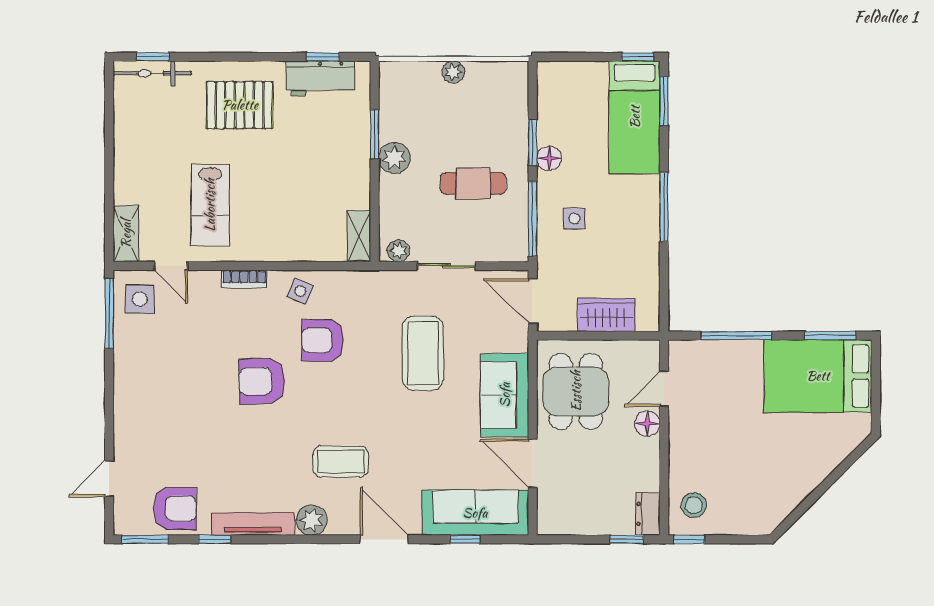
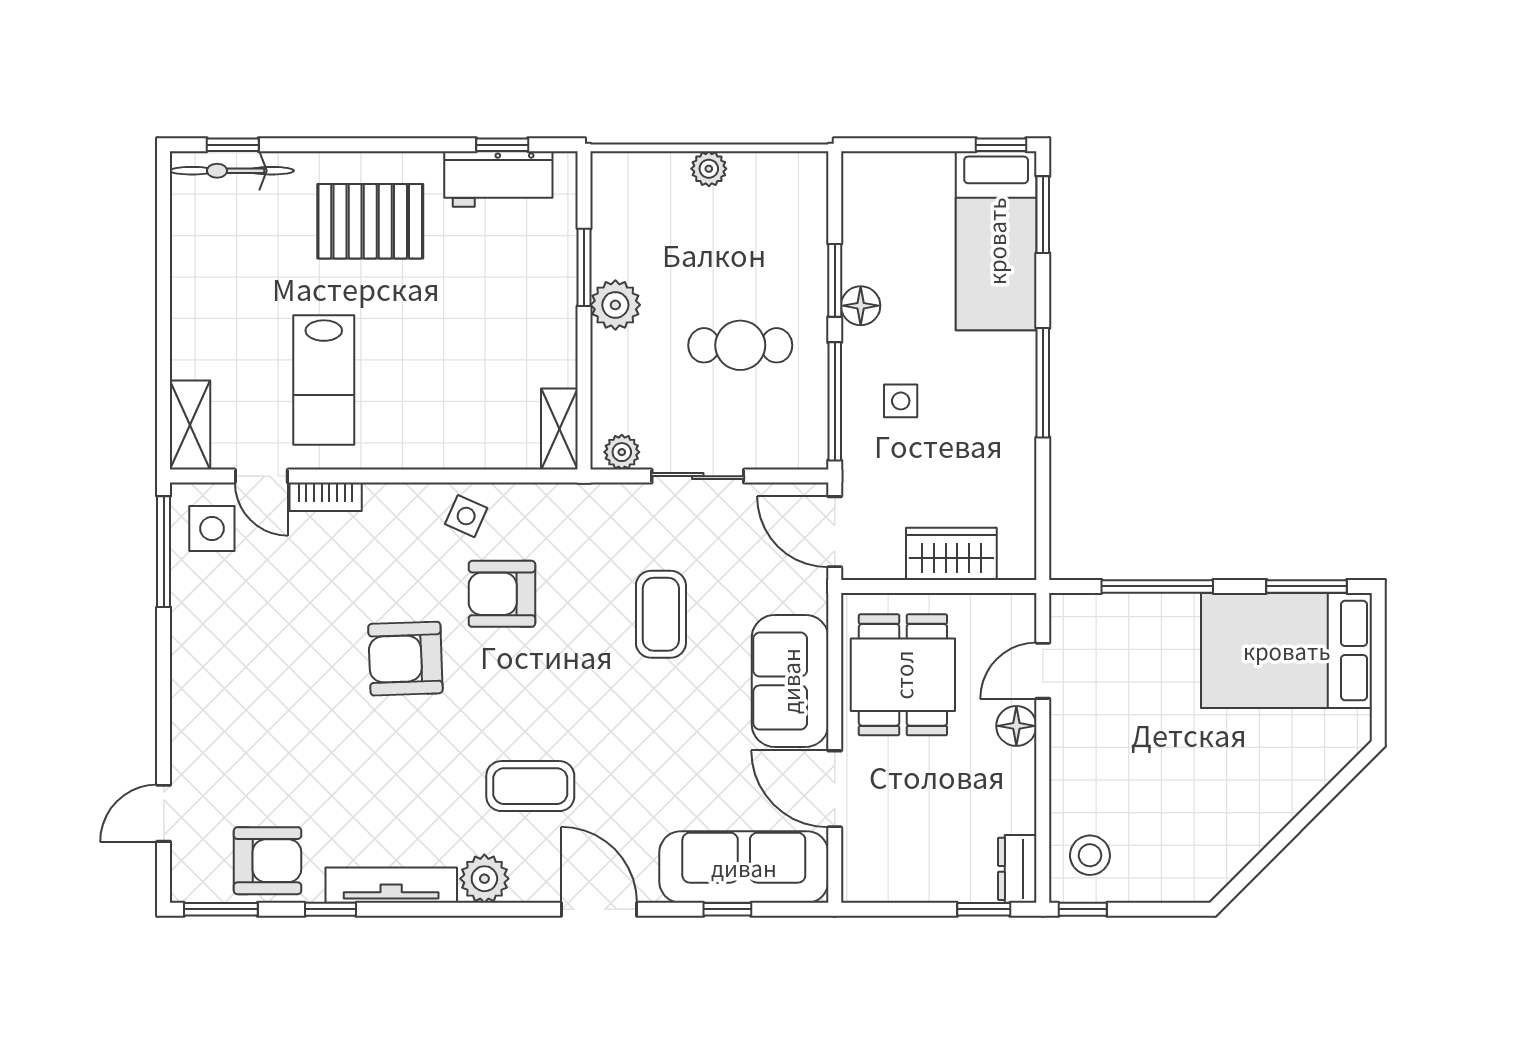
bookcase: (244, 279) -> (326, 497), moved
coffee table: (423, 353) -> (661, 614), width x0.73, depth x0.76

